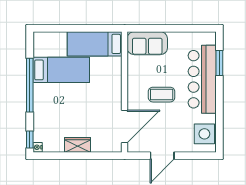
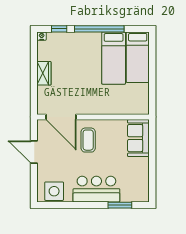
bed: (95, 44) -> (138, 57), moved, turned 180
bar counter: (202, 79) -> (96, 189), width x0.73
coffee table: (162, 95) -> (88, 140), moved
window: (30, 139) -> (59, 29), moved

